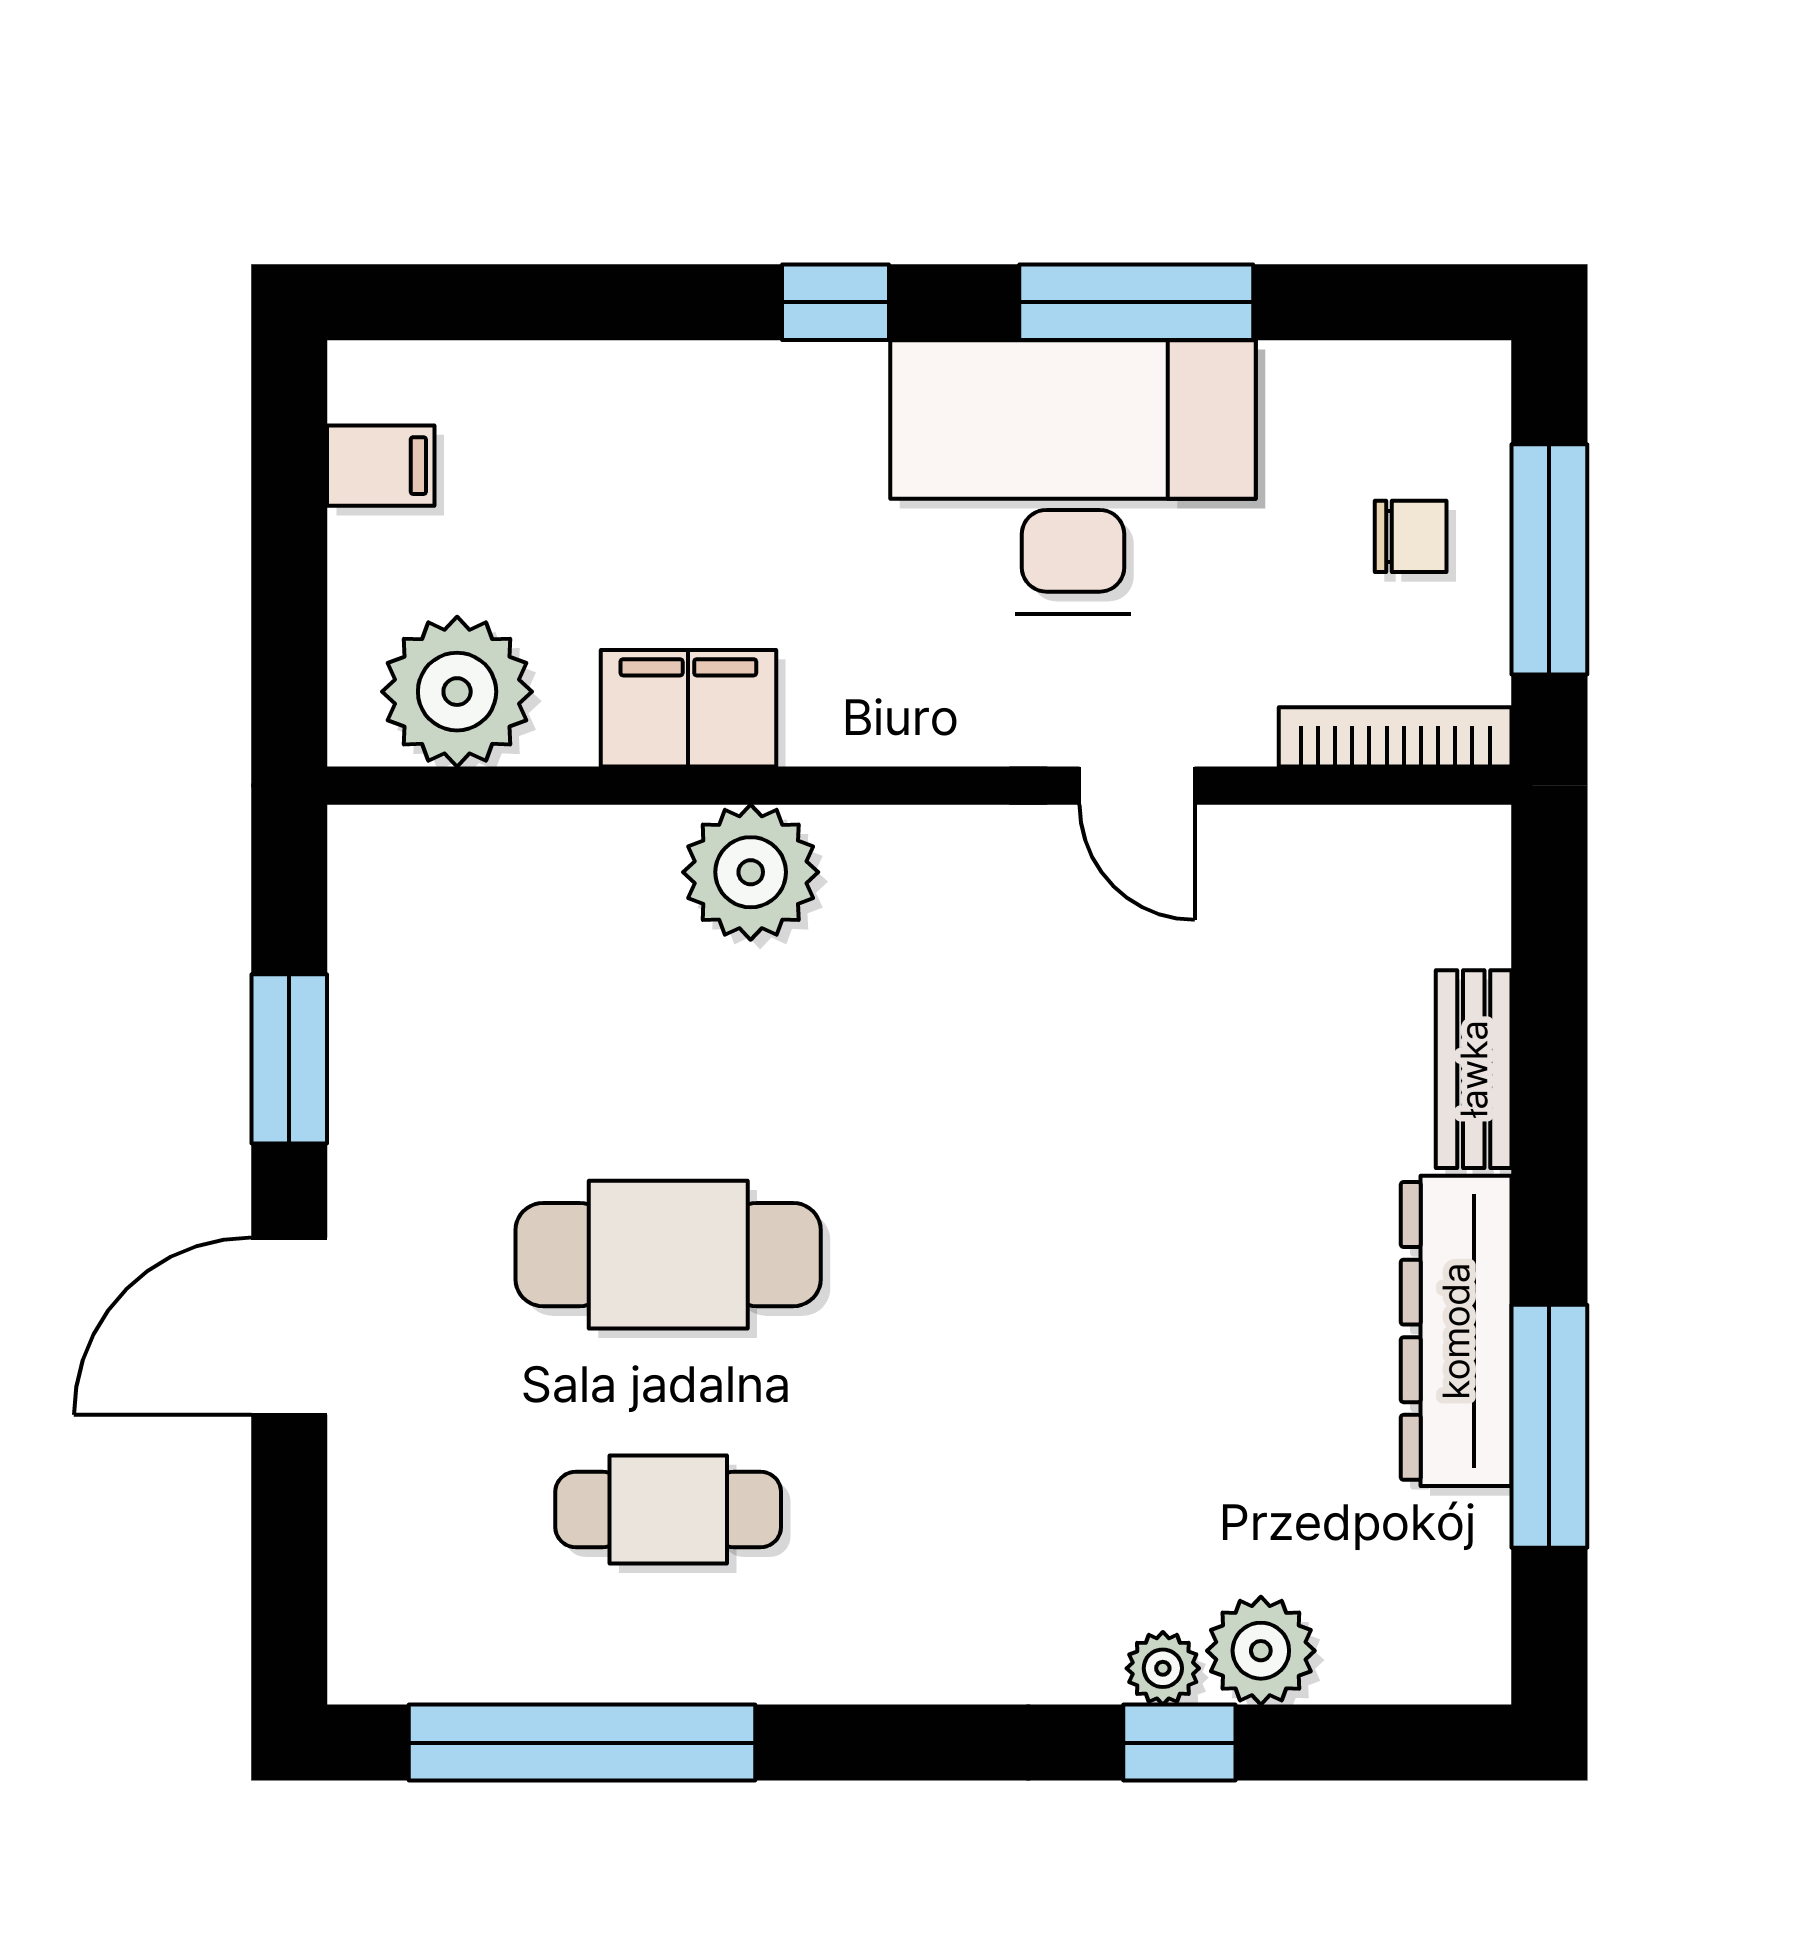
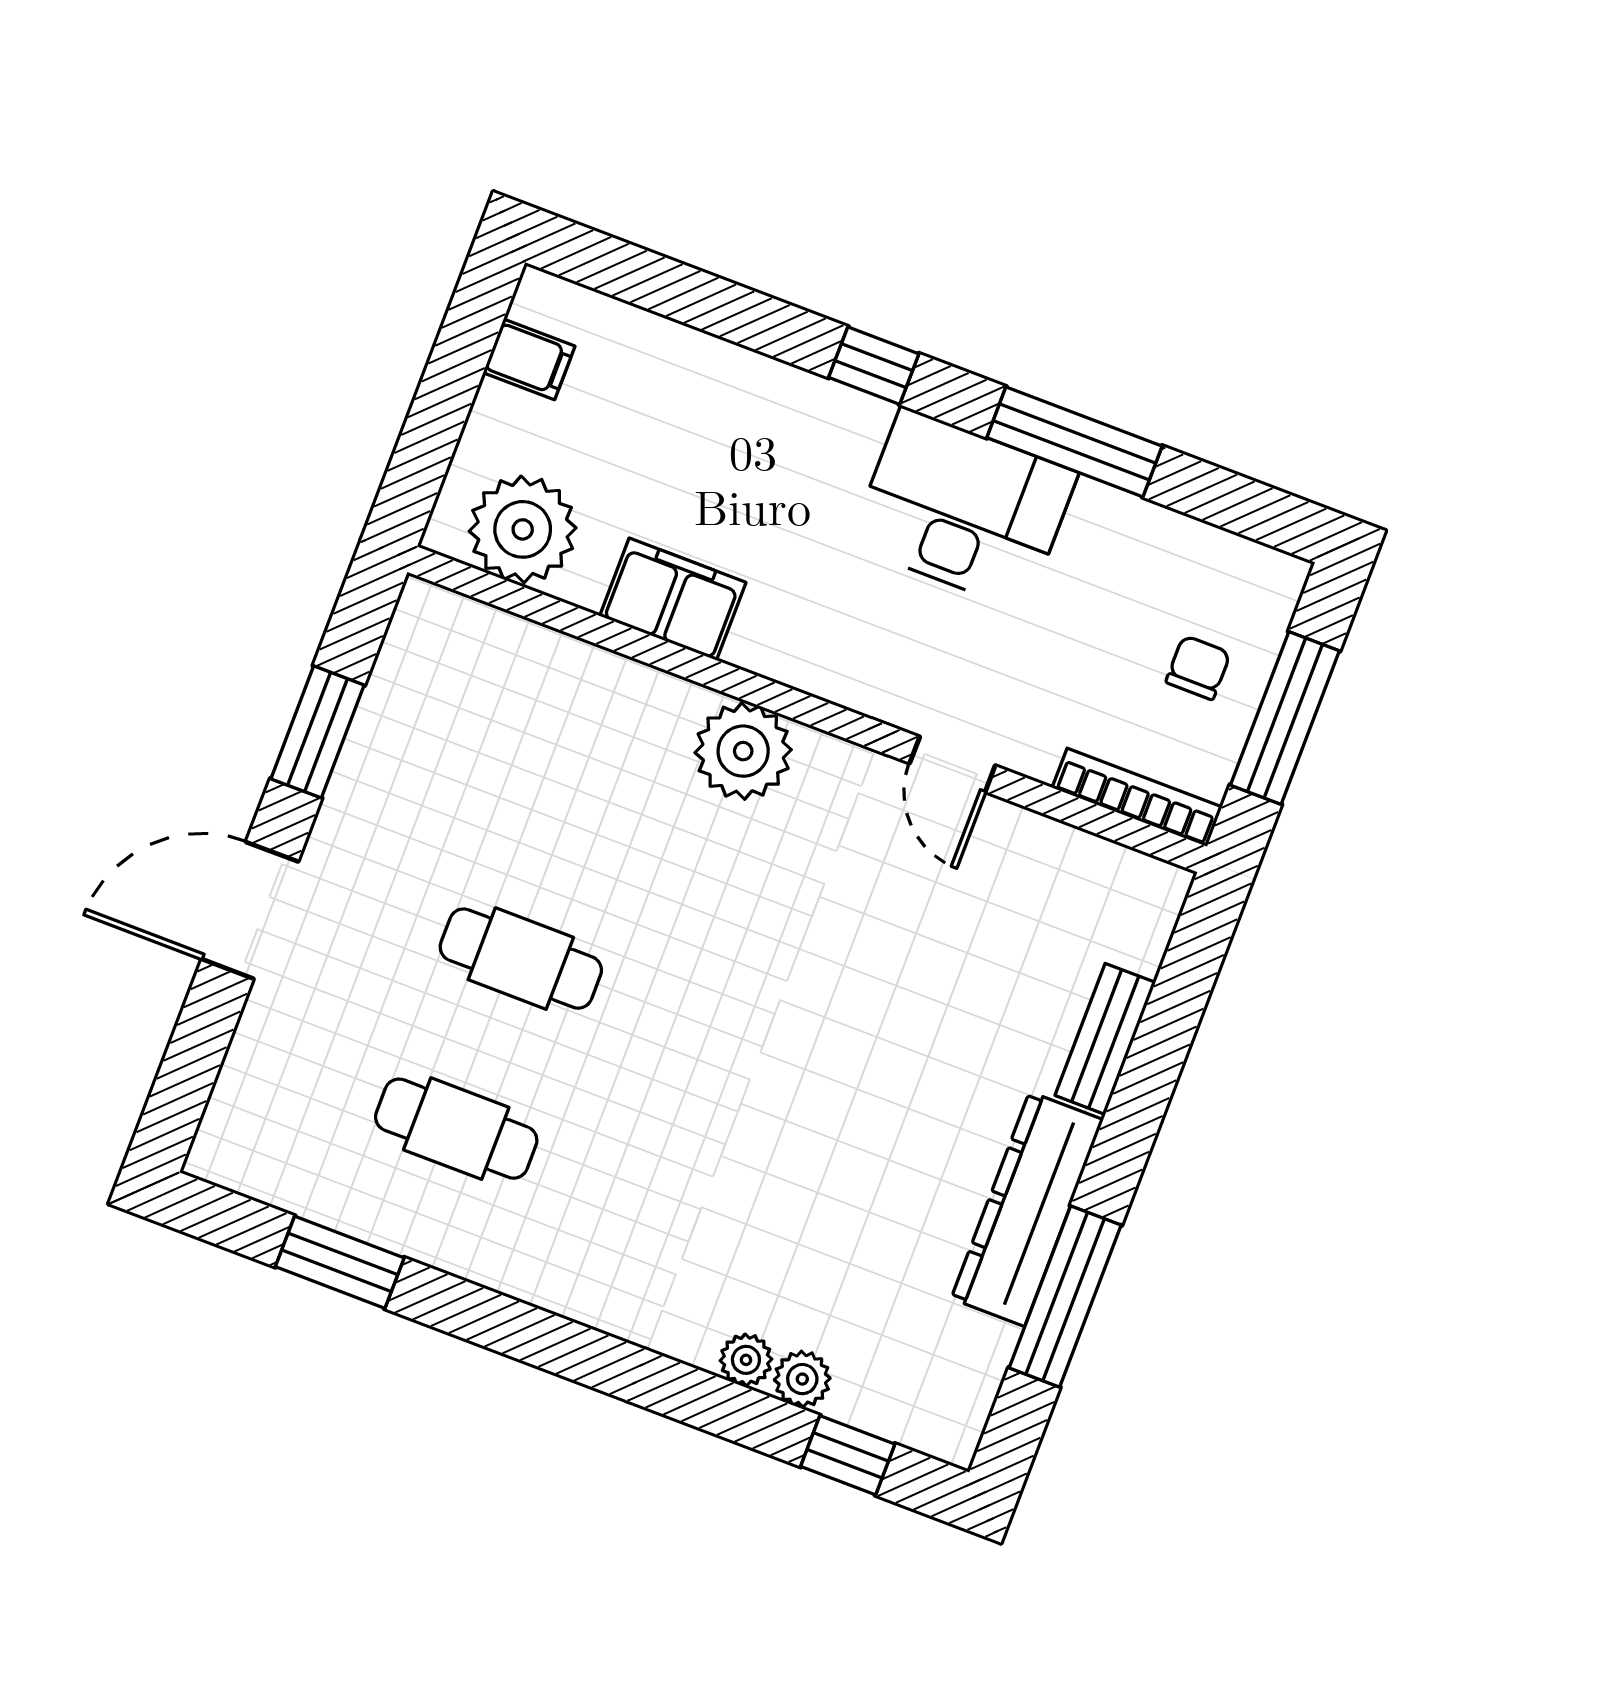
desk: (1073, 477) -> (963, 509), width x0.73, depth x0.77
chair: (1411, 536) -> (1198, 668), turned -90
plant: (751, 872) -> (743, 751), moved
cafe table: (668, 1255) -> (521, 959), width x0.73, depth x0.74
plant: (1261, 1651) -> (802, 1379), width x0.73, depth x0.73
window: (582, 1743) -> (340, 1262), width x0.47
window: (1179, 1743) -> (848, 1455), moved

